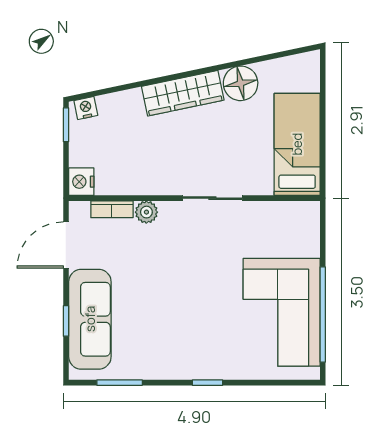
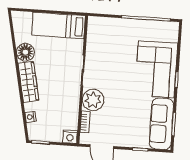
nightstand: (86, 108) -> (31, 117), moved
plant: (146, 212) -> (93, 100), width x1.87, depth x1.87
corner sofa: (282, 312) -> (156, 69), moved, turned 90
sofa: (90, 319) -> (161, 124), moved, turned -90

